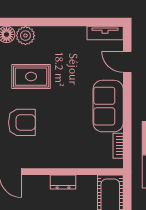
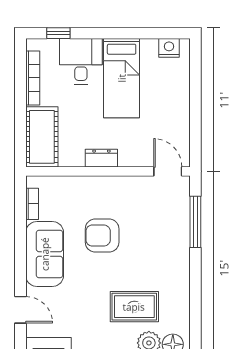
rug: (31, 77) -> (134, 307), moved
armchair: (22, 122) -> (102, 236), moved

